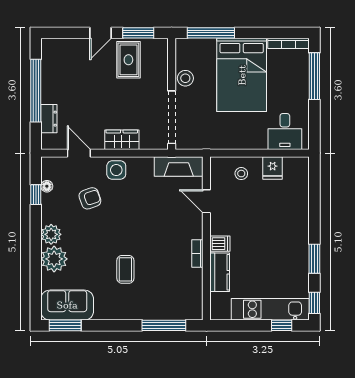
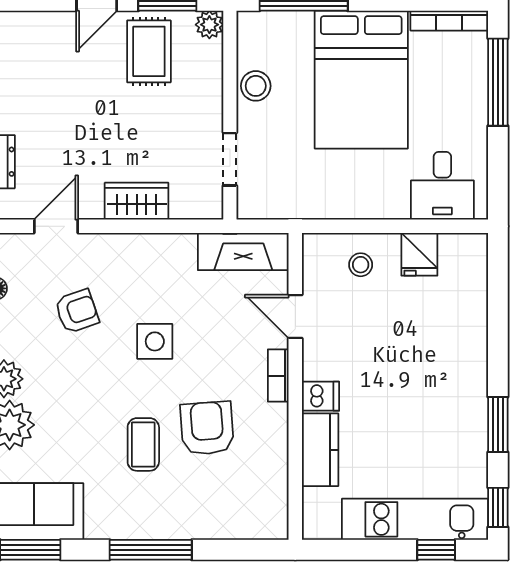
plant: (161, 46) -> (209, 25), added
doorway: (172, 117) -> (230, 159), width x0.53
door: (79, 153) -> (56, 226), hinge flipped
side table: (116, 170) -> (155, 341), moved
bookcase: (197, 253) -> (278, 376), moved
armchair: (159, 261) -> (207, 428), added
window: (164, 325) -> (151, 550), moved

